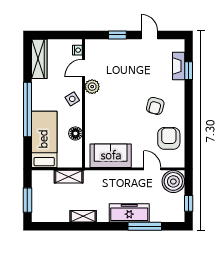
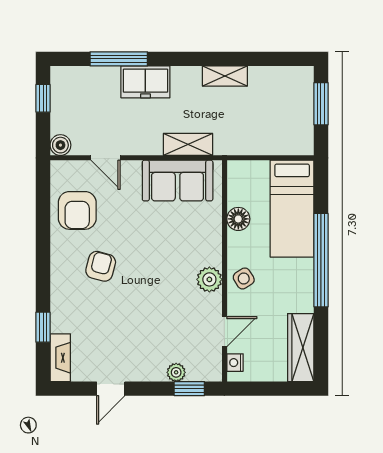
window: (117, 35) -> (189, 389), moved
door: (149, 35) -> (111, 389), hinge flipped
plant: (111, 44) -> (176, 372), added
fireplace: (179, 66) -> (60, 358), moved
plant: (92, 87) -> (209, 279), moved
shelving: (69, 177) -> (188, 144), moved
boiler: (173, 181) -> (60, 145), width x0.54, depth x0.54
freezer: (129, 213) -> (145, 82), width x0.71

